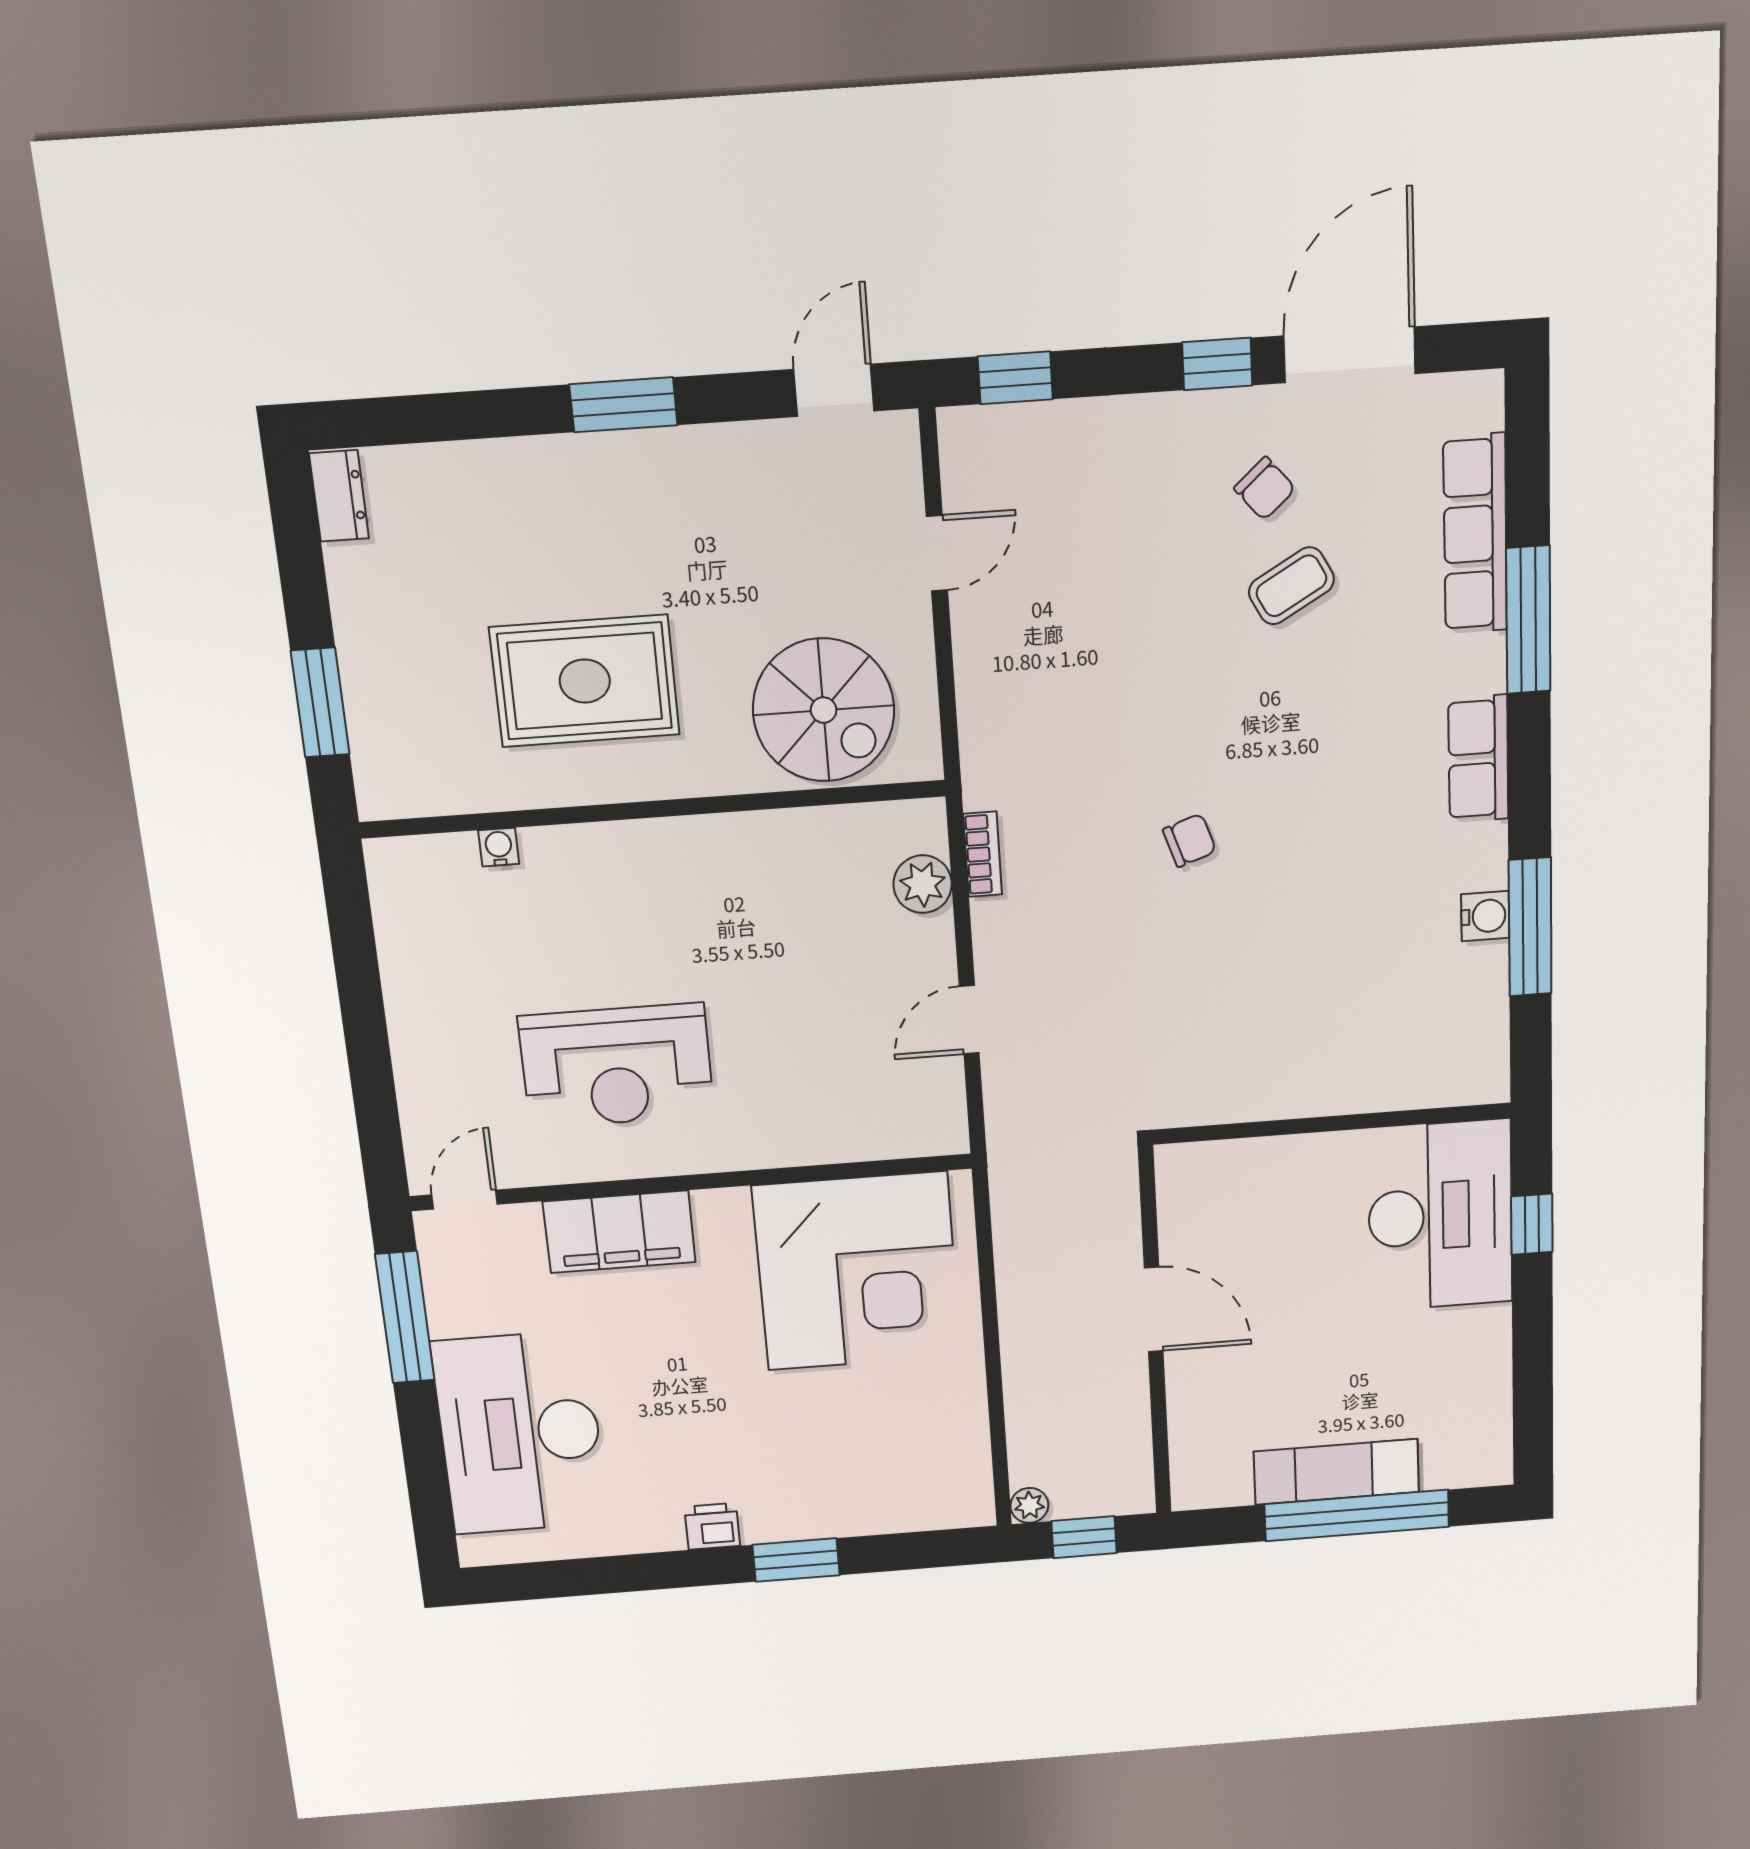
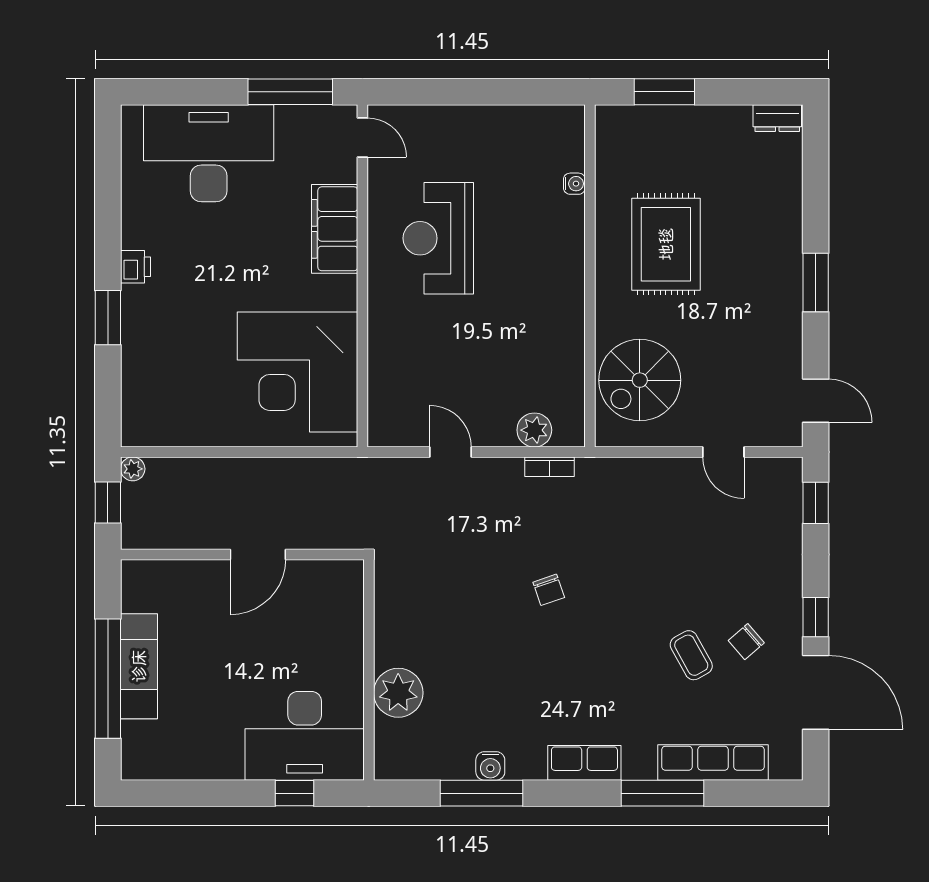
plant: (1368, 1074) -> (398, 693), added

